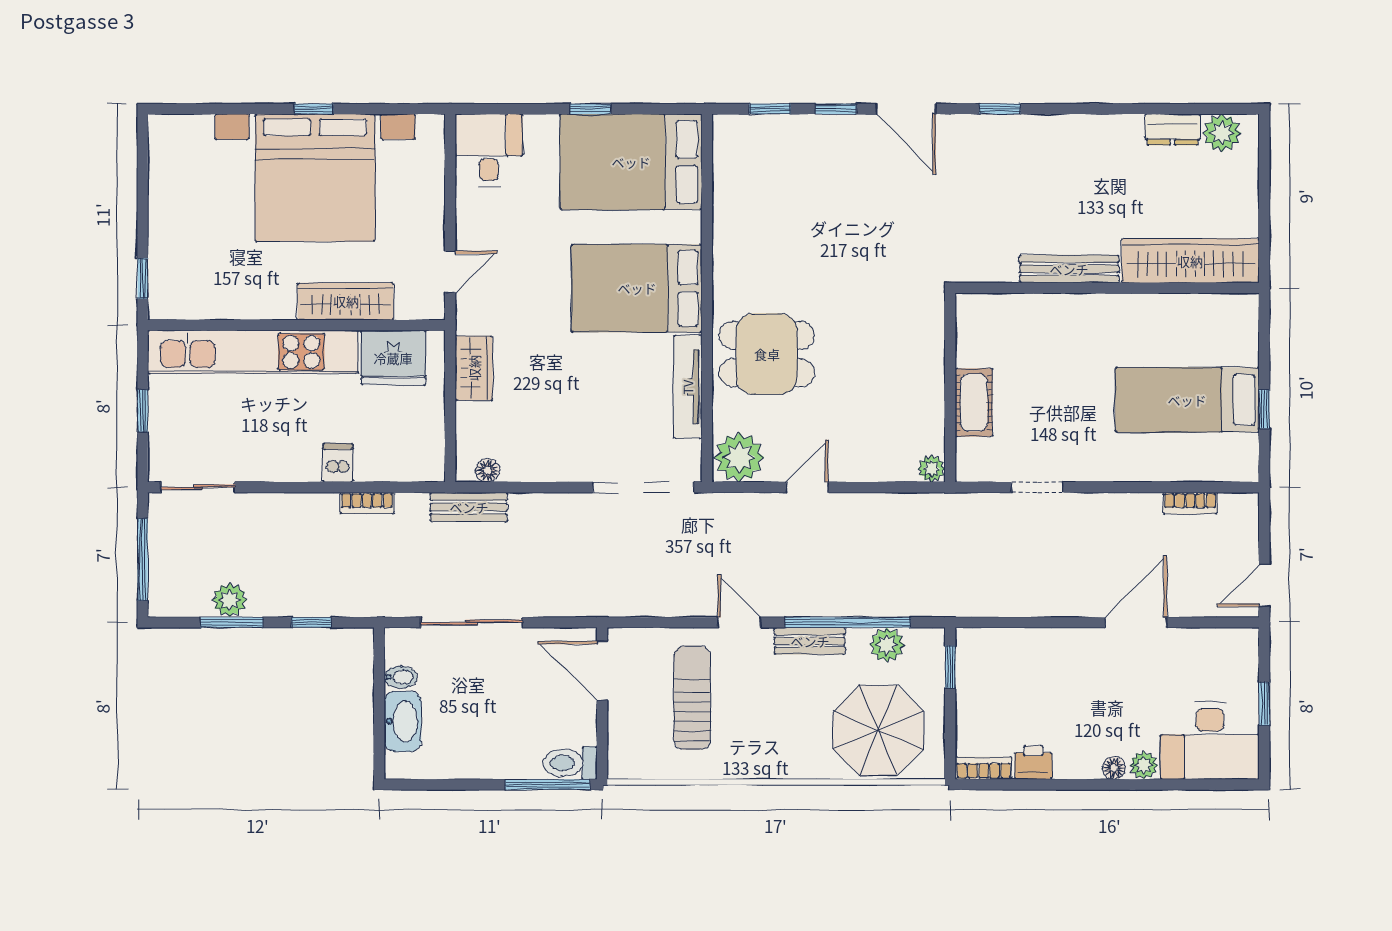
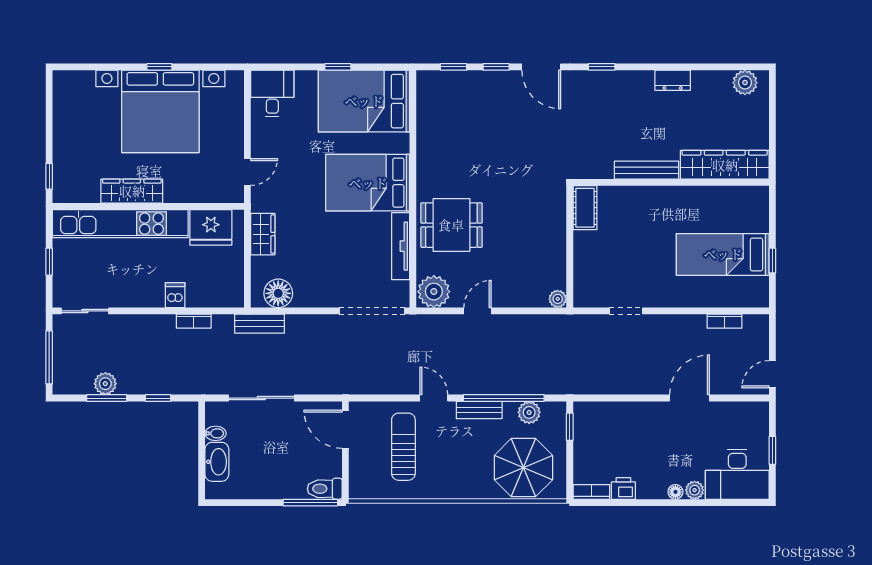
dresser: (1173, 129) -> (673, 80), moved
wardrobe: (346, 301) -> (132, 191), moved
cot: (974, 402) -> (585, 208), moved
floor lamp: (488, 470) -> (278, 293), width x1.89, depth x1.89

